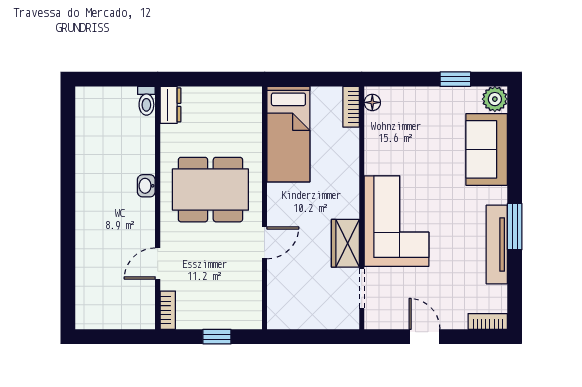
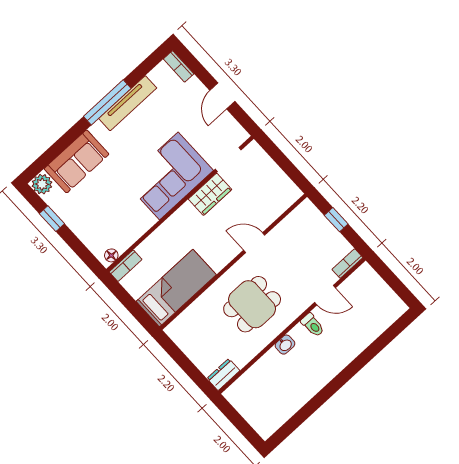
toilet: (146, 101) -> (313, 325), moved, turned 90
dining table: (210, 190) -> (252, 304), width x0.73
window: (515, 227) -> (107, 102), width x1.44

